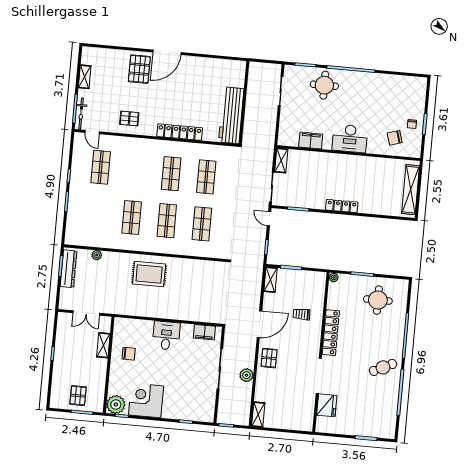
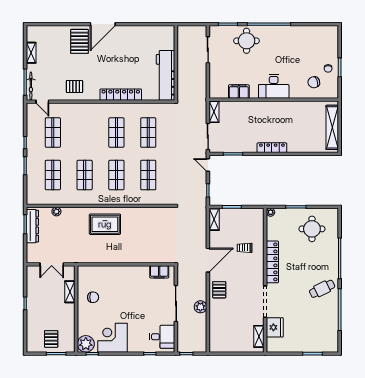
shop shelf: (96, 214) -> (53, 175), added
desk: (166, 336) -> (162, 337), moved, turned 90
shelving: (258, 414) -> (259, 336), moved

